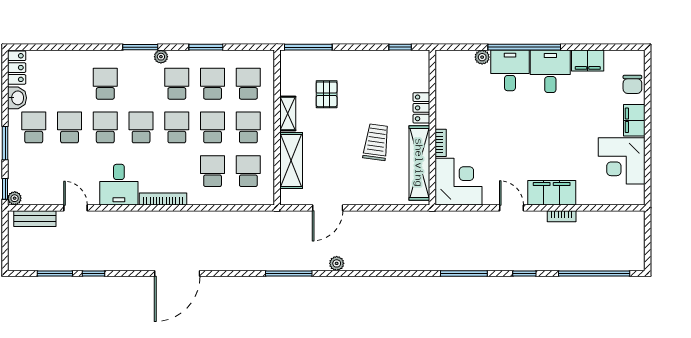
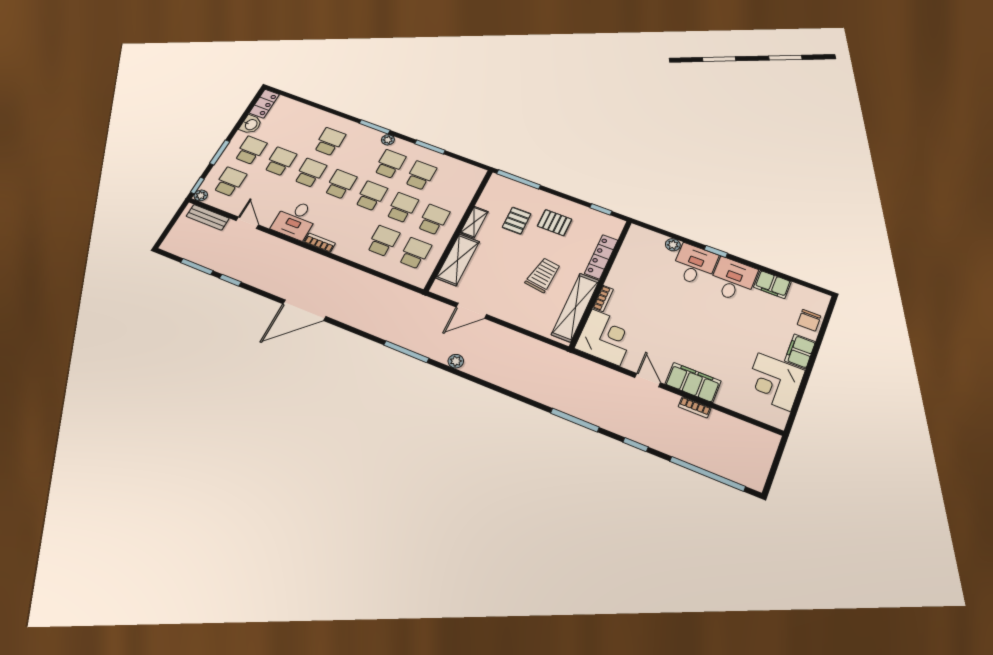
window: (524, 47) -> (716, 251), width x0.32
pallet: (363, 81) -> (555, 223), added
school desk: (248, 84) -> (230, 182), moved
locker: (421, 108) -> (601, 257), width x1.53
bookcase: (163, 199) -> (319, 243), width x0.64

